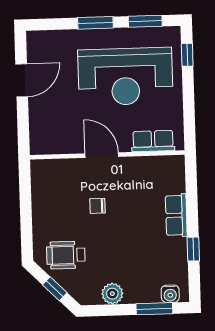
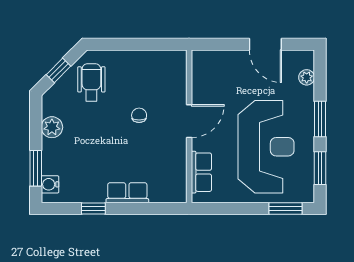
plant: (54, 38) -> (307, 77), added
window: (187, 55) -> (285, 209), width x1.50
reception desk: (125, 77) -> (266, 147), turned 180

